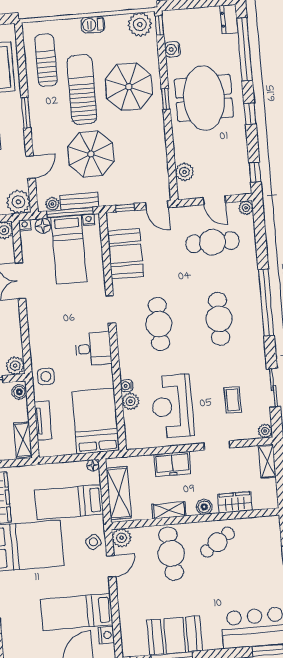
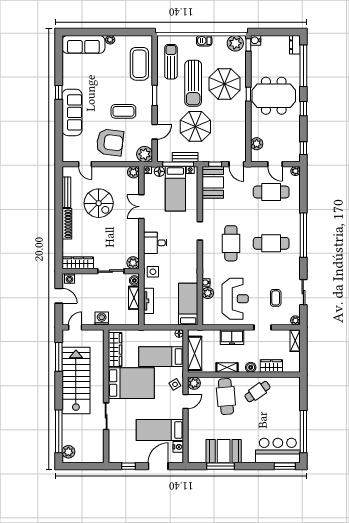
water cooler: (172, 49) -> (256, 40), moved
sun lounger: (82, 90) -> (193, 83), turned 180
meeting table: (204, 98) -> (274, 96), turned 90
plant: (52, 204) -> (167, 157), removed
booth: (125, 254) -> (213, 182), moved
cafe table: (219, 319) -> (271, 243), turned 90
desk: (93, 349) -> (155, 243), moved, turned 180
reception desk: (172, 406) -> (235, 299), turned 180
bed: (96, 421) -> (188, 304), width x0.67
shelving: (23, 440) -> (134, 298), moved

